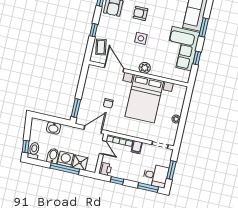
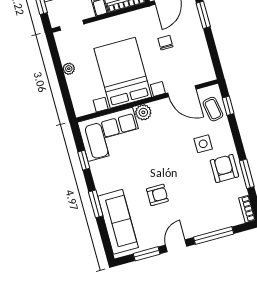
armchair: (140, 13) -> (157, 195), moved
window: (94, 30) -> (228, 106), moved
side table: (141, 38) -> (203, 144), moved
corner sofa: (182, 49) -> (110, 134), moved, turned 90

